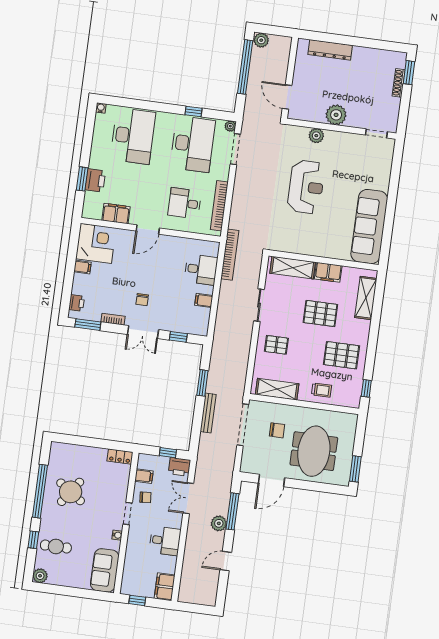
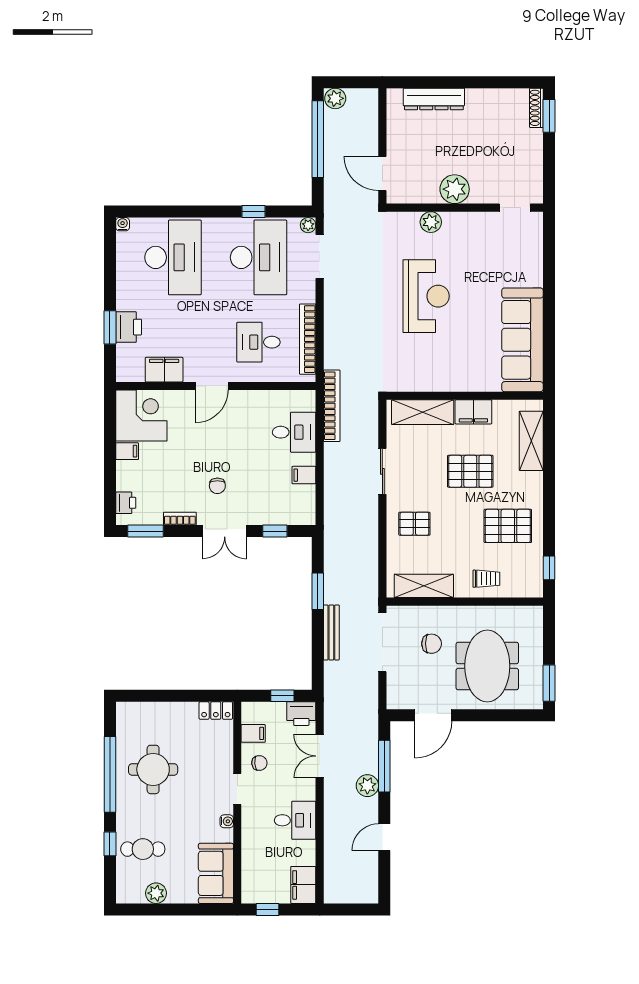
shoe rack: (399, 83) -> (536, 108), moved
round table: (71, 492) -> (153, 769), turned -35
plant: (40, 576) -> (156, 893), moved

